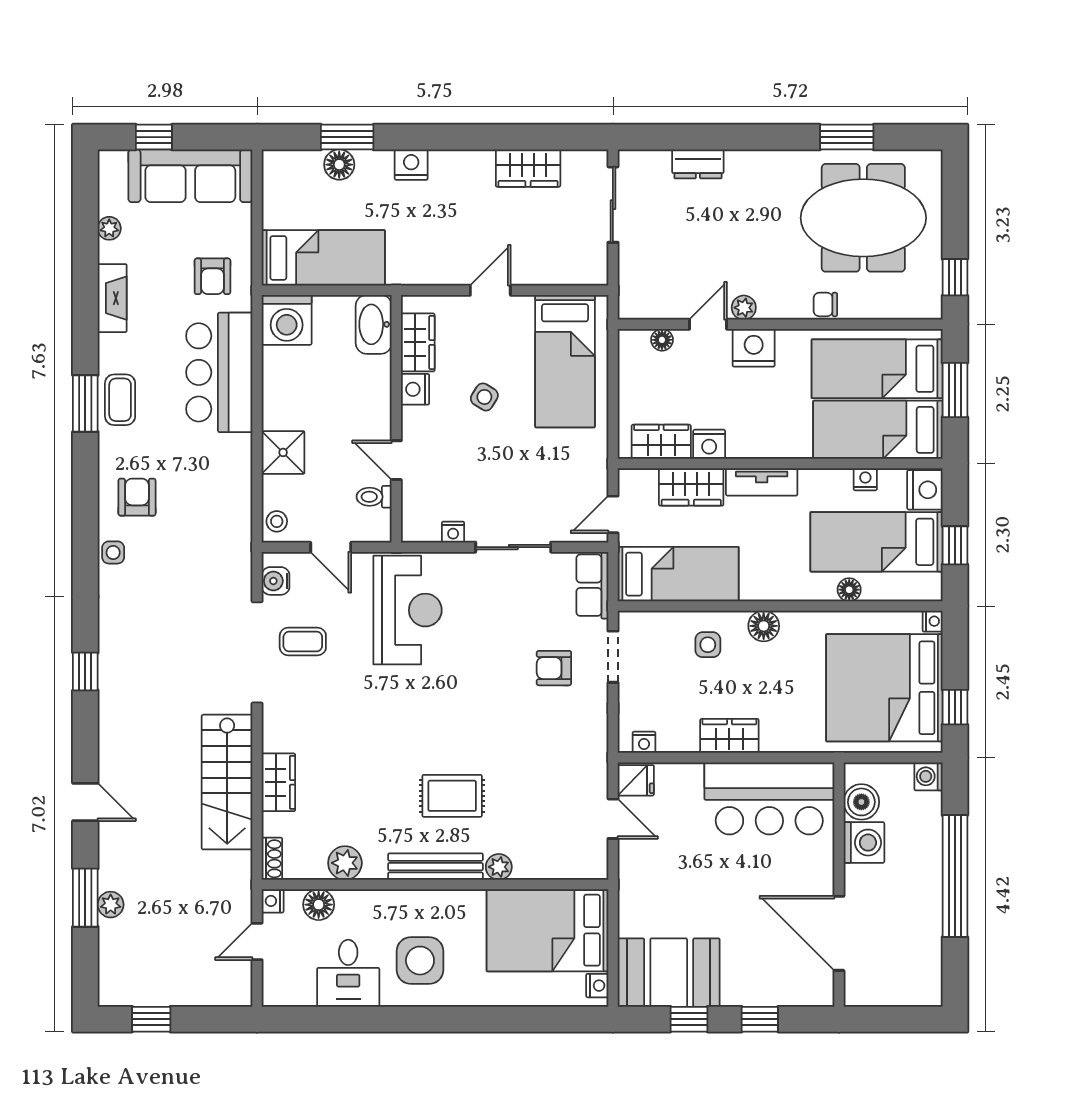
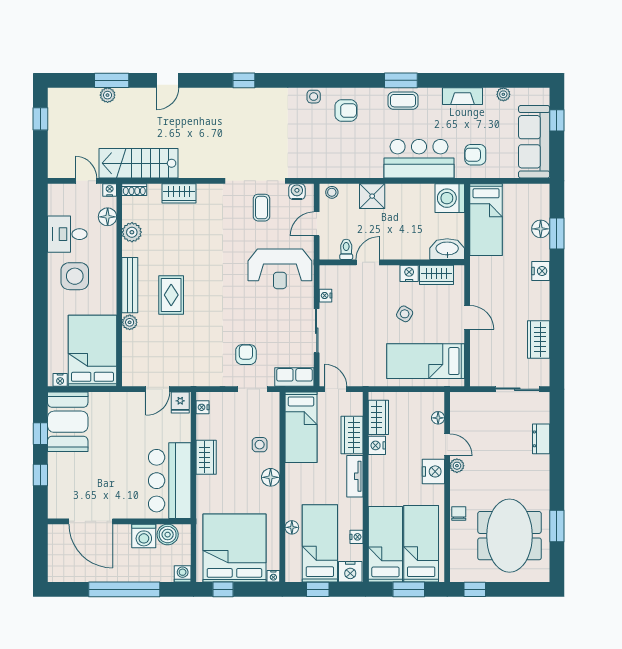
stairs: (227, 782) -> (138, 163), moved
door: (839, 933) -> (91, 521), swing flipped

